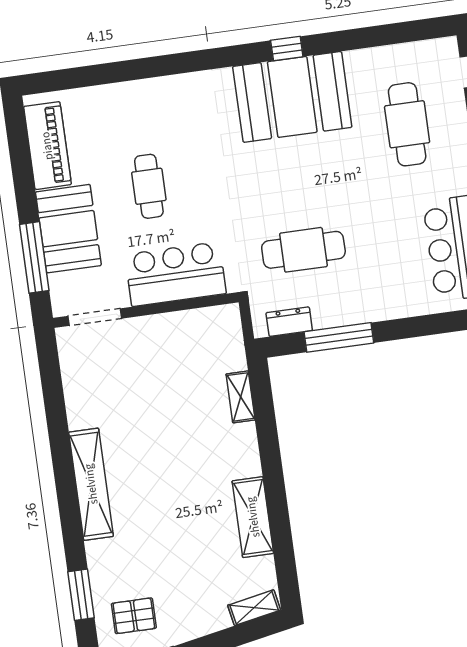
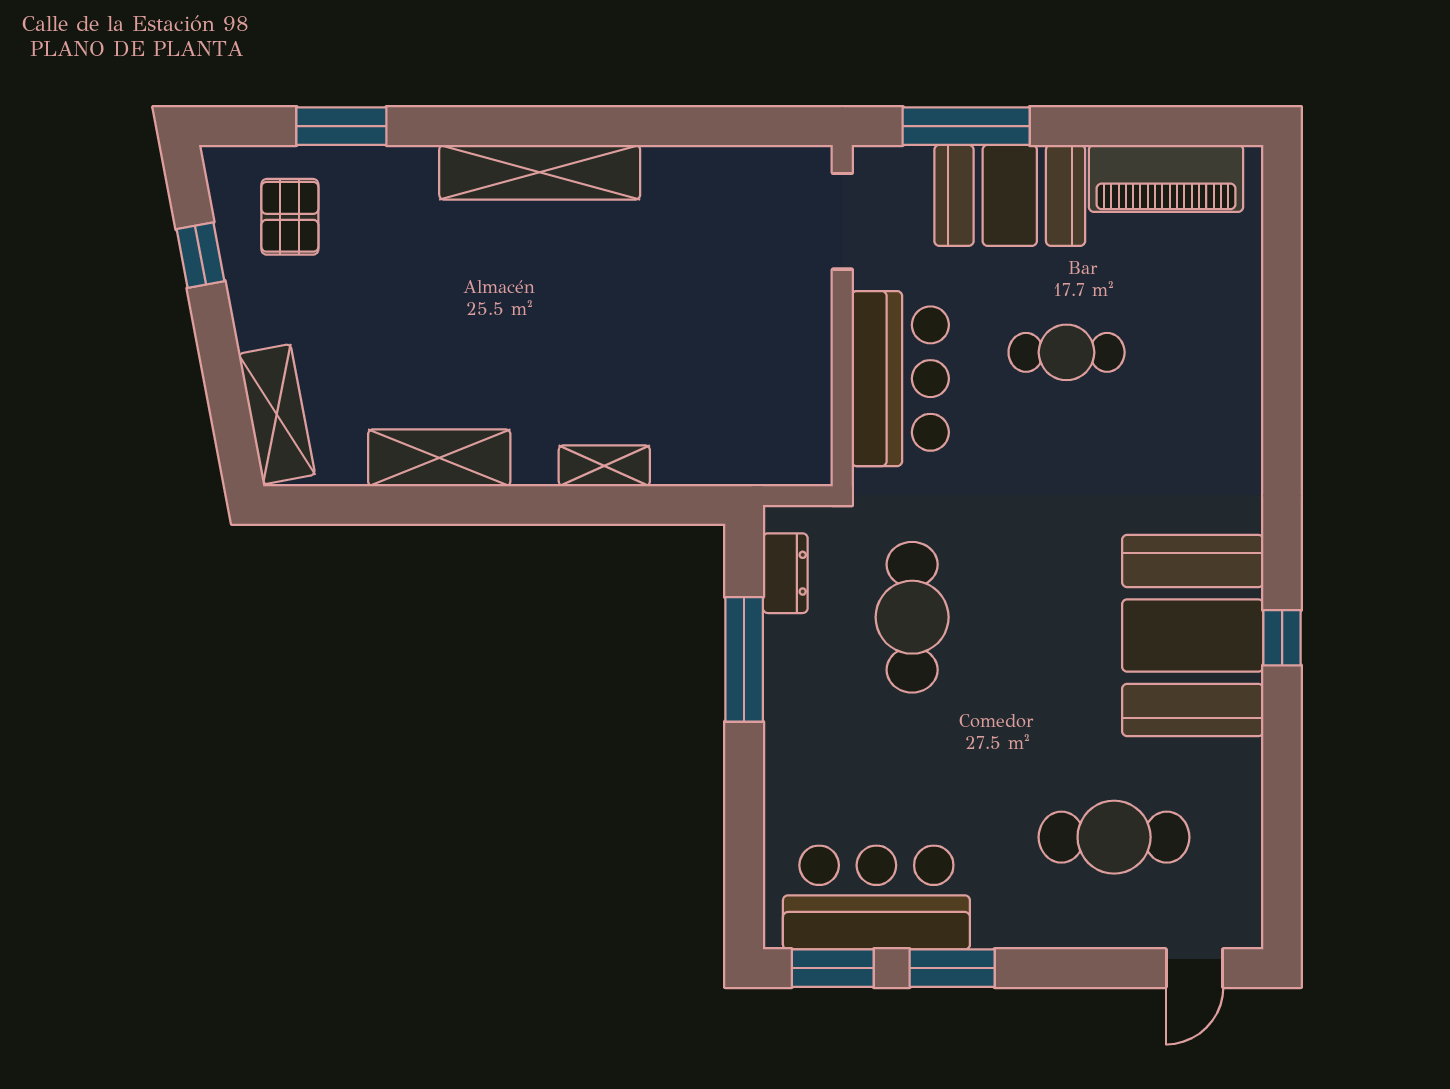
shelving: (241, 397) -> (604, 466), moved
shelving: (254, 608) -> (277, 414), width x1.50, depth x1.33

